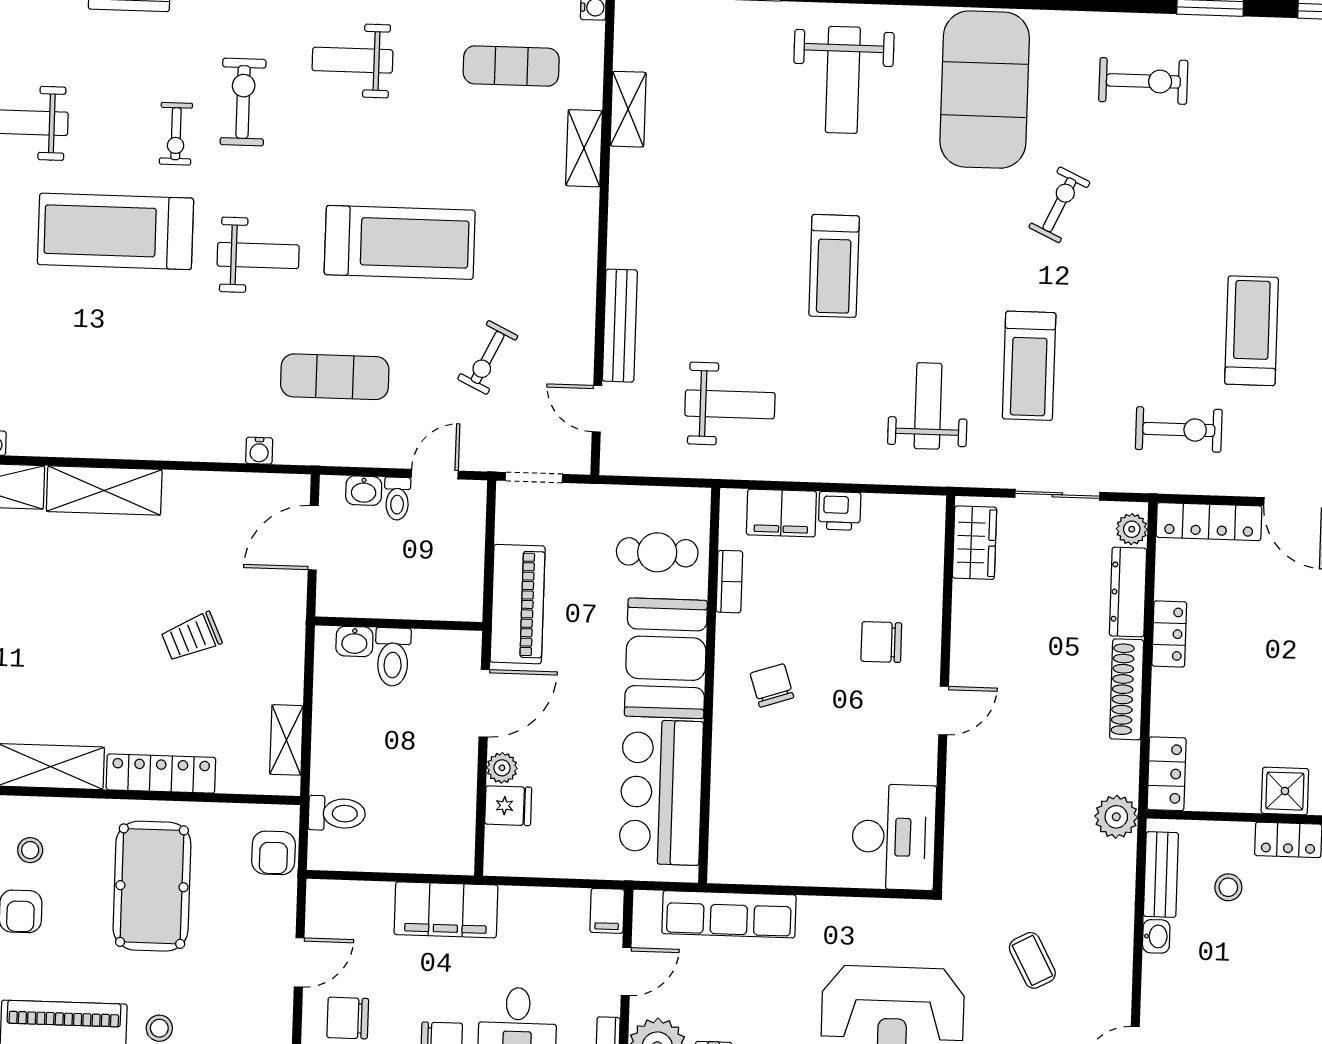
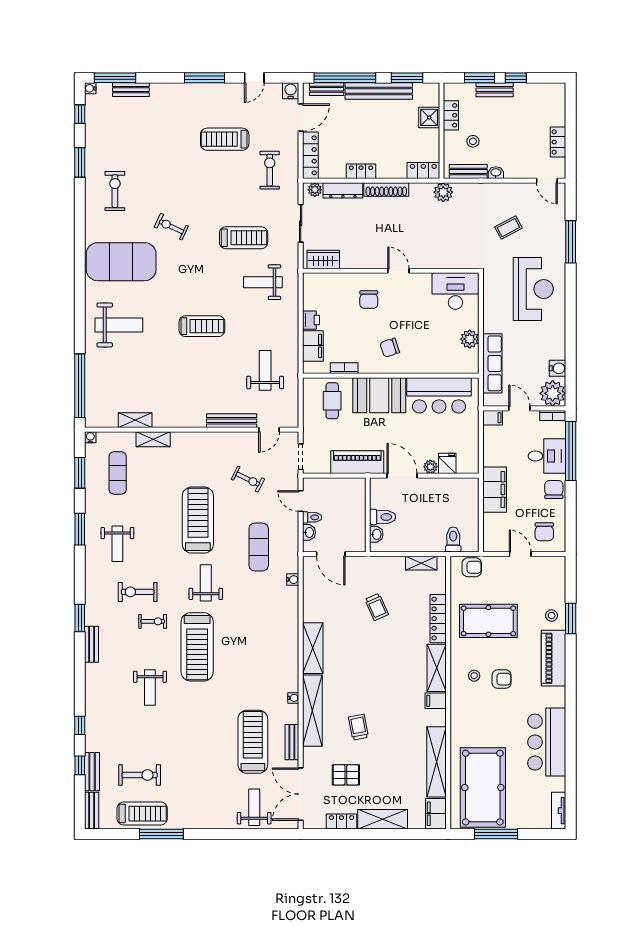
plant: (785, 865) -> (470, 339), added

